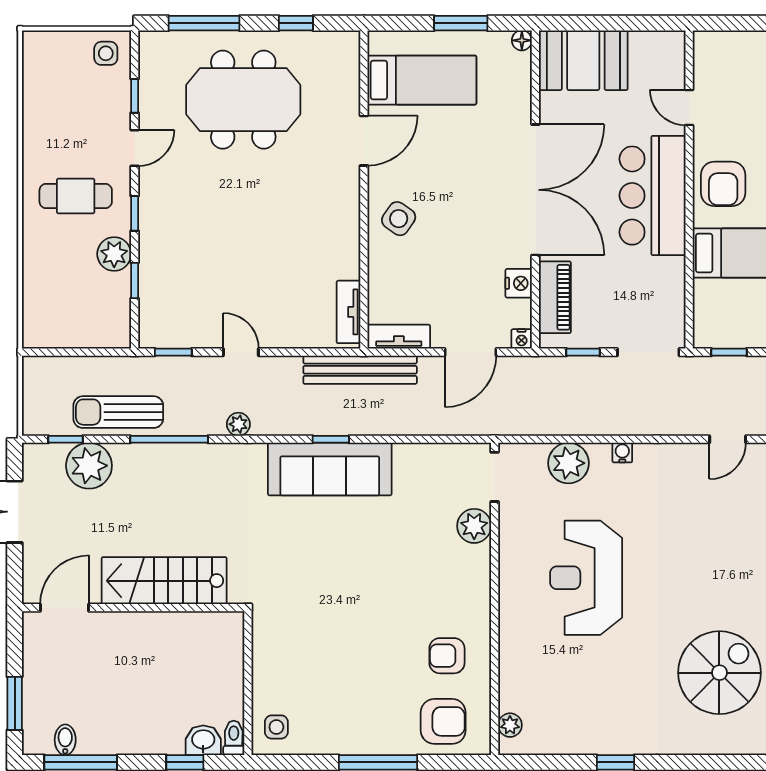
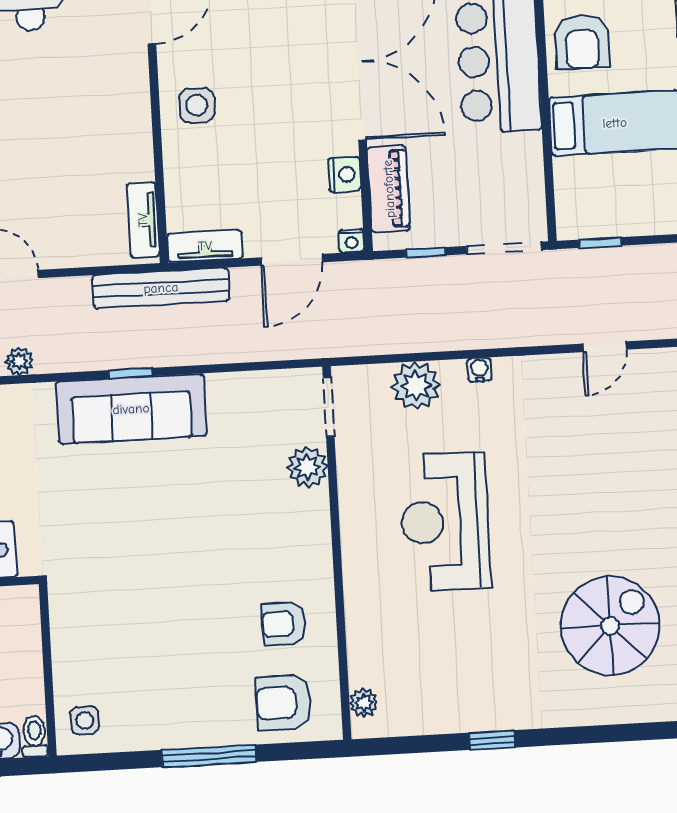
side table: (399, 219) -> (197, 105), turned -35
armchair: (443, 721) -> (284, 703), turned 180

